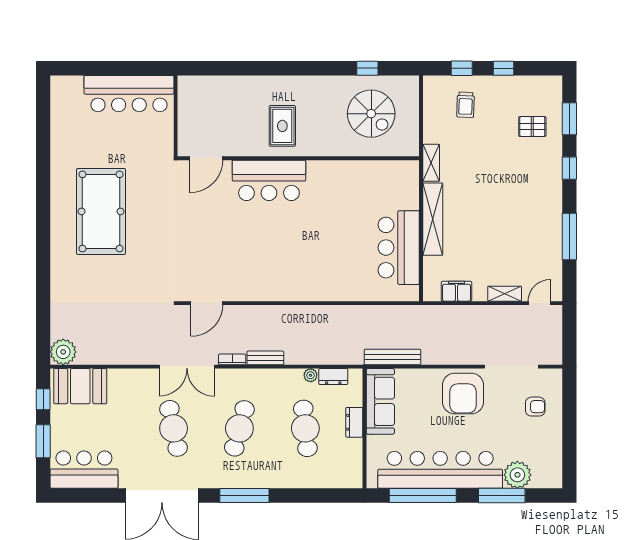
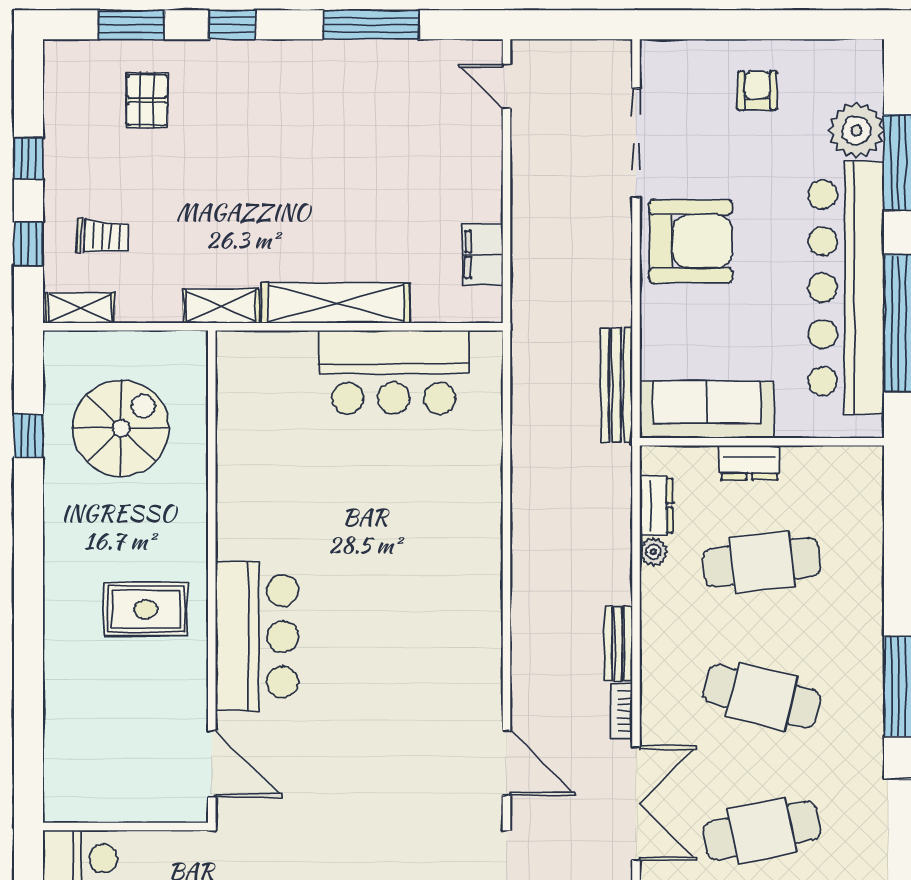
shelving: (505, 294) -> (80, 308), moved, turned 90
armchair: (535, 407) -> (757, 91), moved

